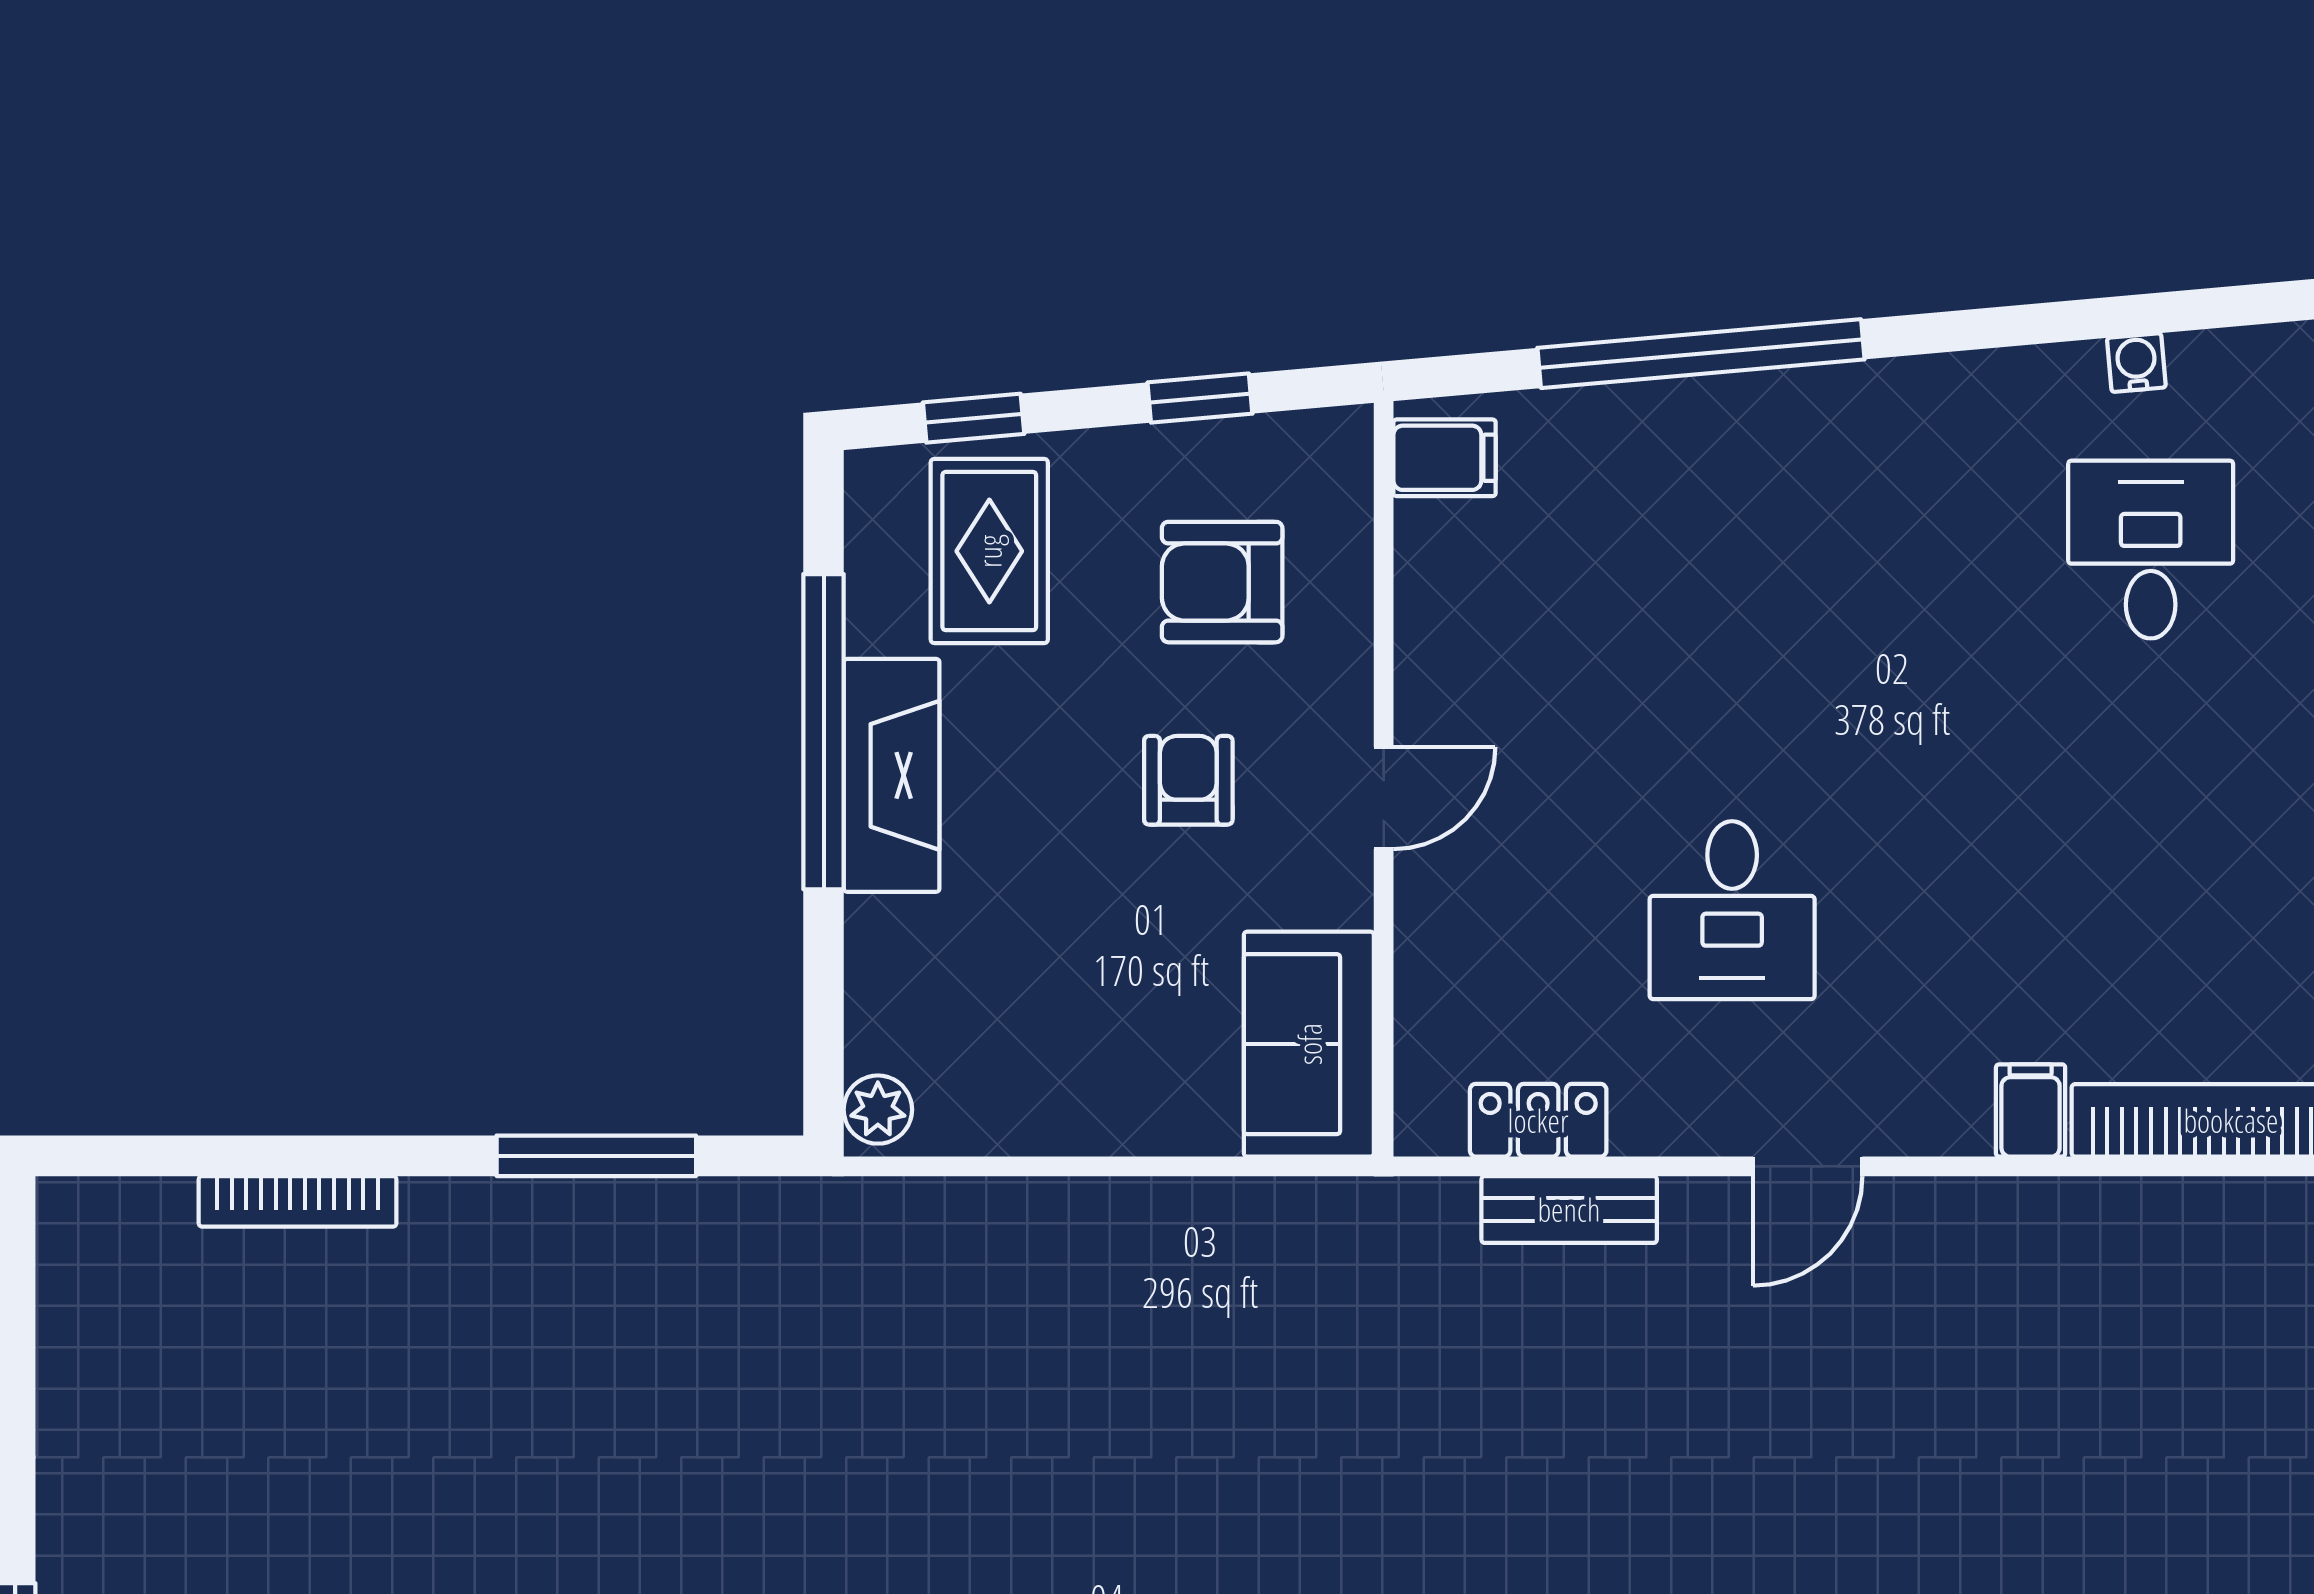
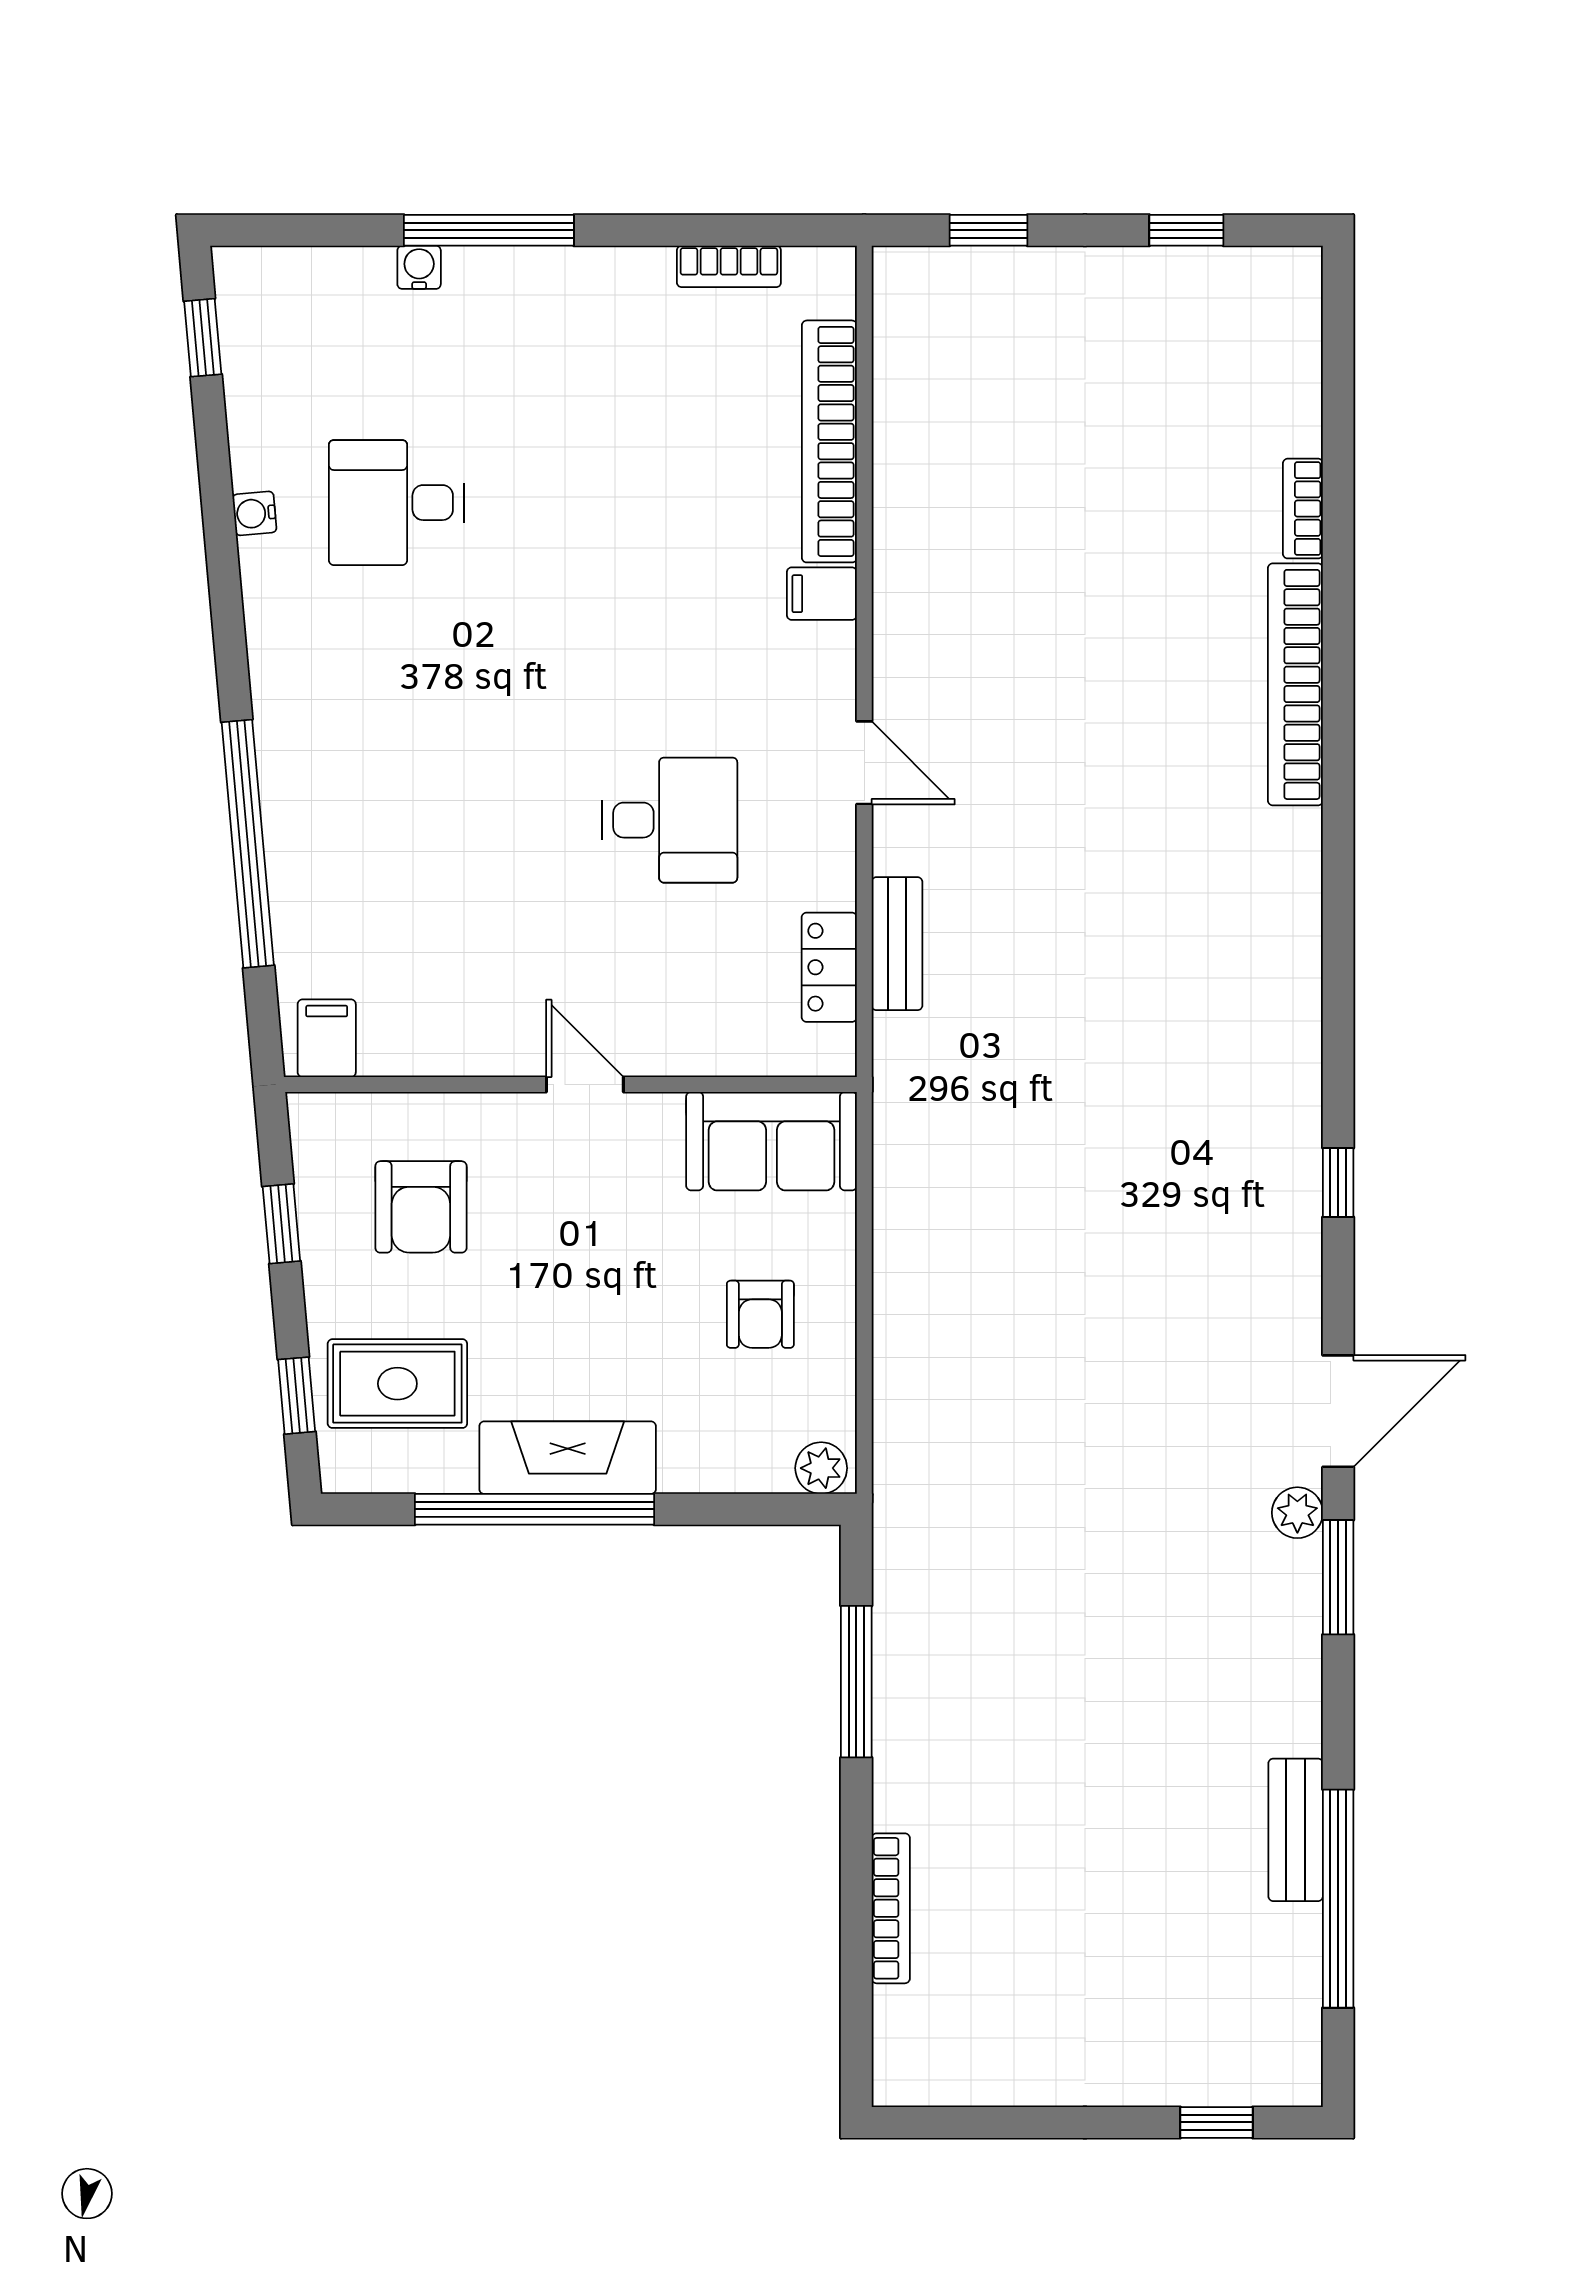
armchair: (1188, 780) -> (760, 1314), moved, turned -90

